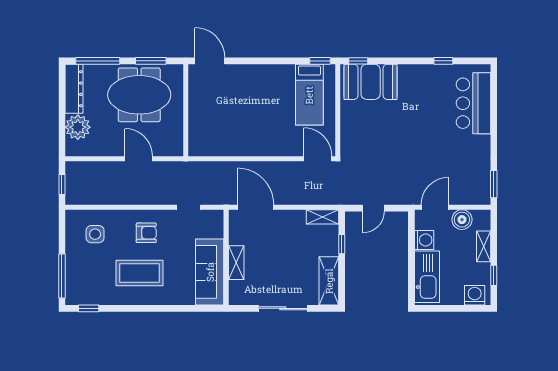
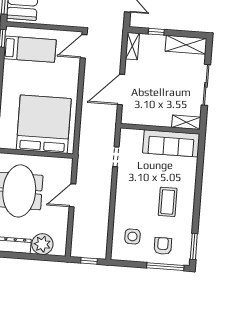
bed: (221, 118) -> (44, 124), added
door: (256, 207) -> (121, 90), moved
armchair: (146, 233) -> (163, 246), moved
shelving: (236, 263) -> (186, 122), moved
coffee table: (139, 273) -> (168, 202), width x0.73, depth x0.76
window: (89, 308) -> (194, 246), width x1.50

